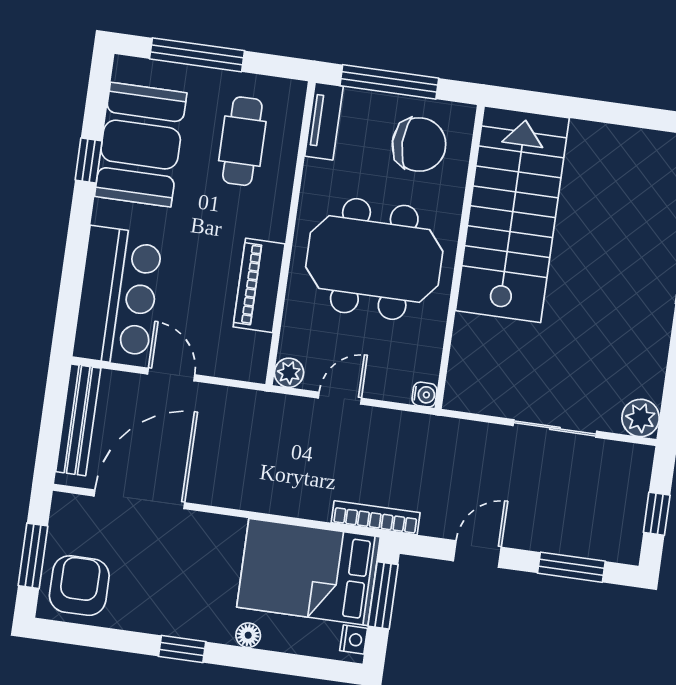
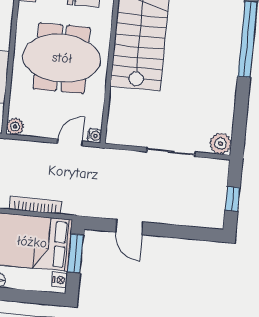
door: (340, 398) -> (70, 142), moved
bookcase: (376, 518) -> (36, 205), moved
door: (477, 554) -> (129, 227), swing flipped
window: (571, 567) -> (184, 232), removed

